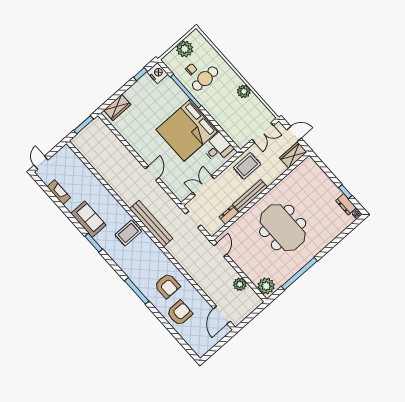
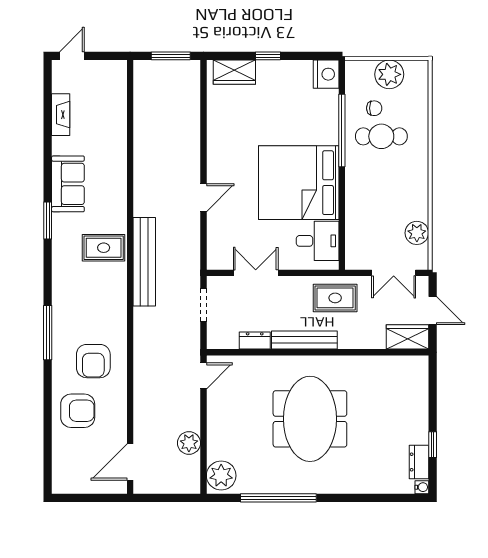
window: (140, 74) -> (268, 56), moved
plant: (244, 91) -> (417, 233), moved

